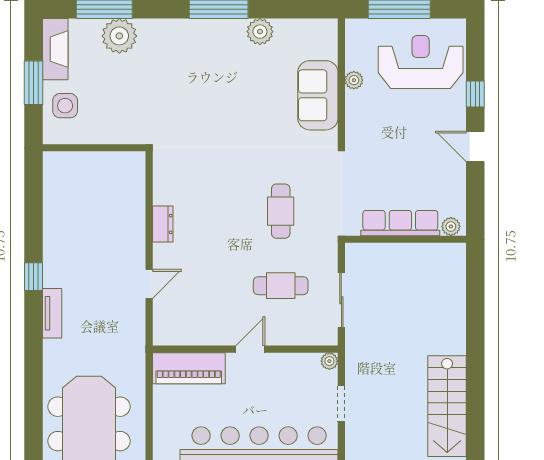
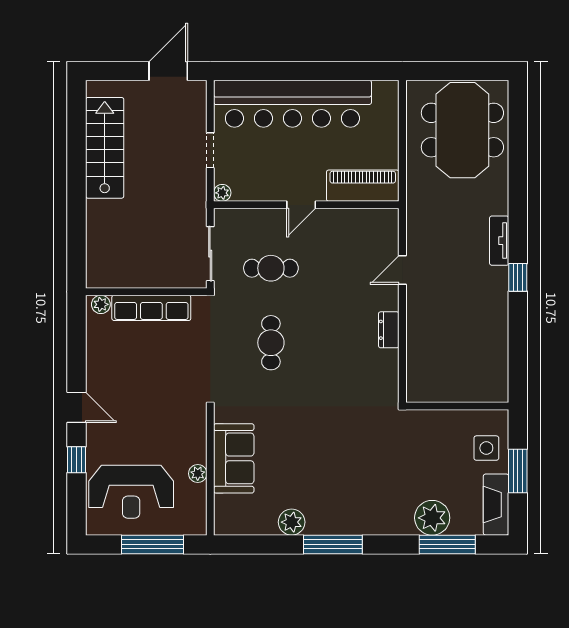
row of seats: (400, 223) -> (151, 308), moved
plant: (451, 227) -> (101, 304), moved
wall: (405, 239) -> (146, 292), moved

